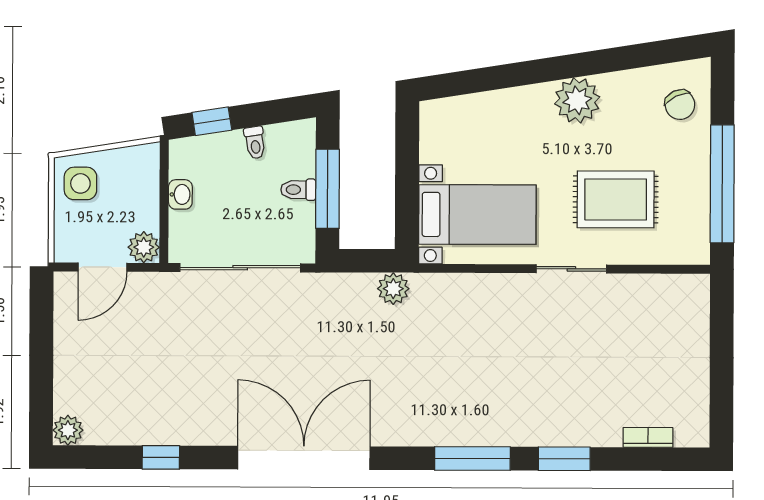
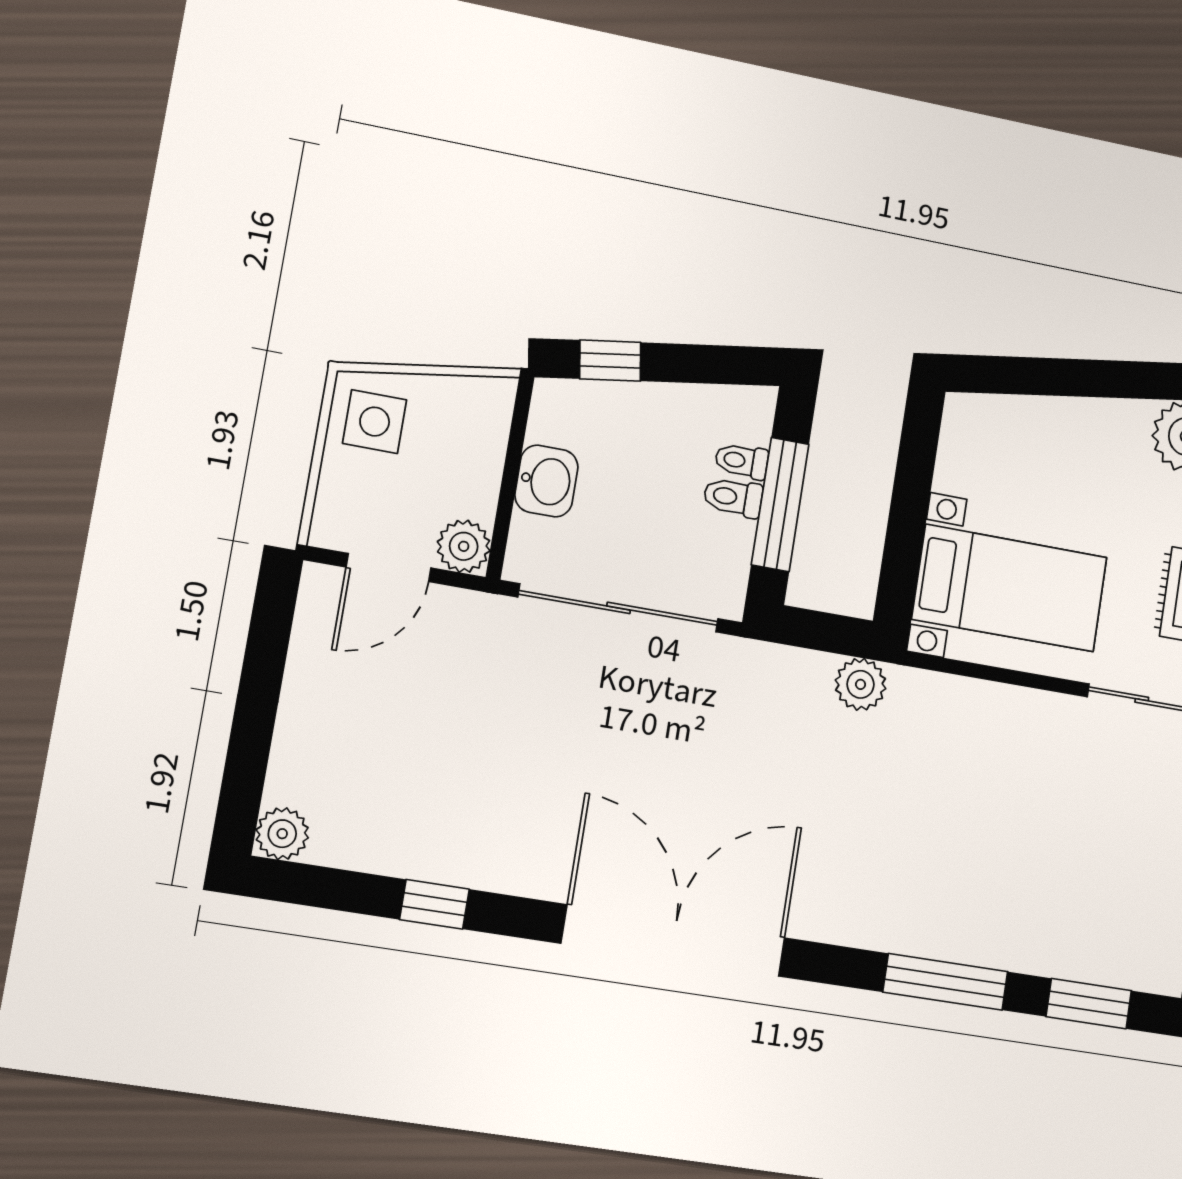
toilet: (255, 143) -> (742, 461), moved, turned 99
washbasin: (180, 194) -> (546, 481), width x1.38, depth x1.45

